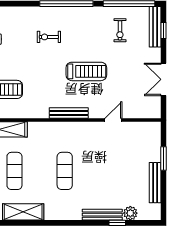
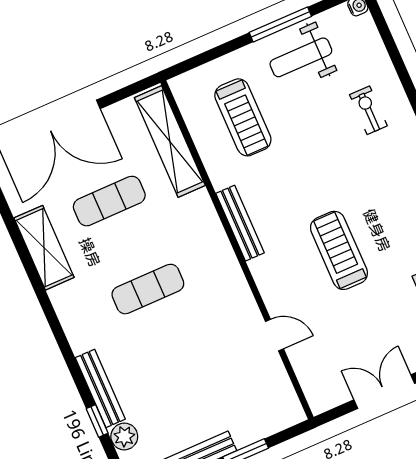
exercise bike: (49, 37) -> (368, 110), moved
treadmill: (86, 71) -> (339, 250), turned 180
bench: (69, 113) -> (240, 223), moved

